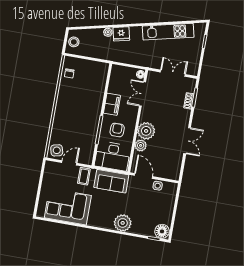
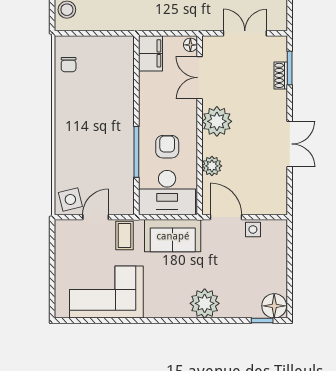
filing cabinet: (112, 104) -> (151, 53), moved
plant: (146, 131) -> (217, 121), moved

